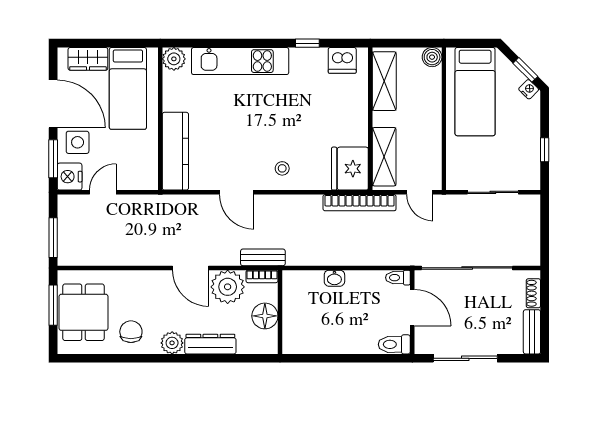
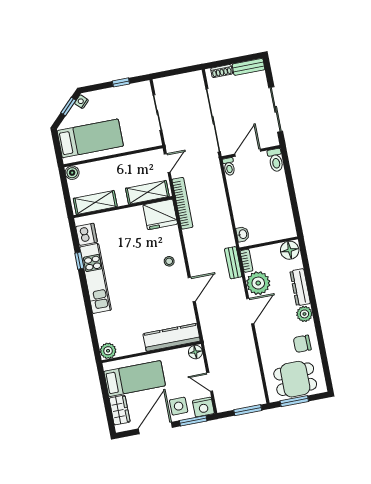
kitchen unit: (240, 61) -> (96, 278), moved
floor lamp: (148, 180) -> (195, 352), added
washbasin: (334, 278) -> (243, 234), moved
floor lamp: (265, 316) -> (290, 250), moved

